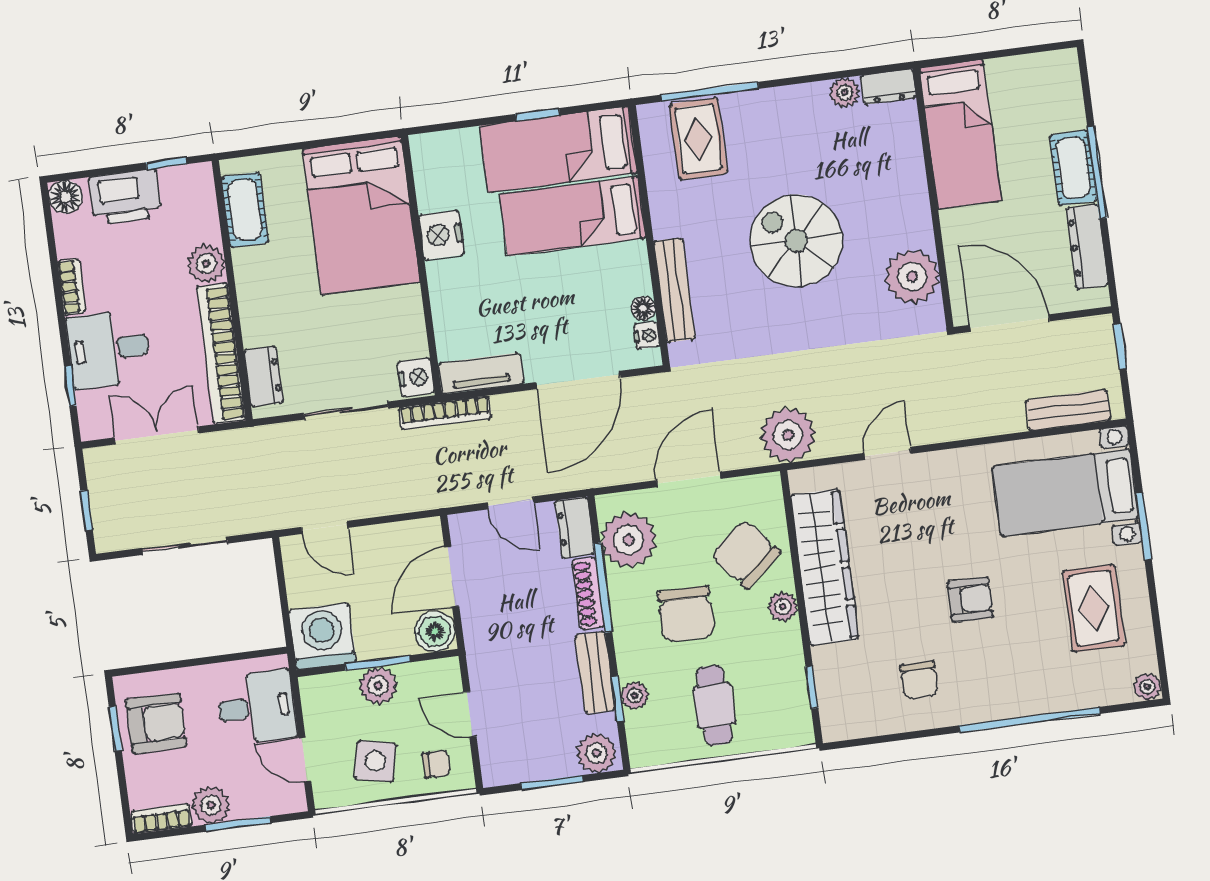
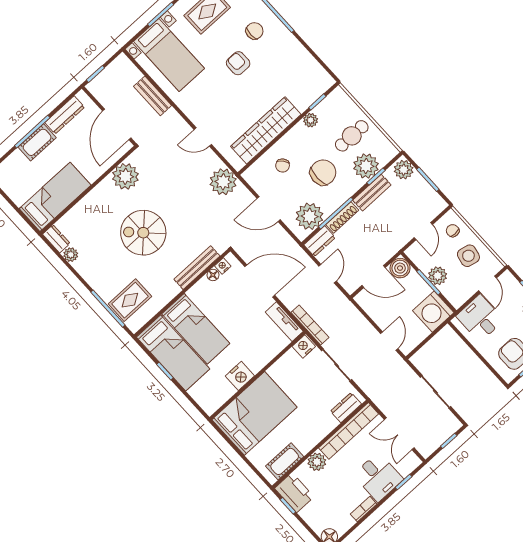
printer: (125, 197) -> (294, 493), moved
spiral stairs: (796, 241) -> (143, 233), turned 90
bench: (1068, 410) -> (153, 96), moved
chair: (746, 554) -> (283, 165), width x0.54, depth x0.54
plant: (783, 607) -> (311, 120), moved
chair: (919, 680) -> (254, 31), moved
plant: (635, 696) -> (366, 166), width x1.88, depth x1.88

